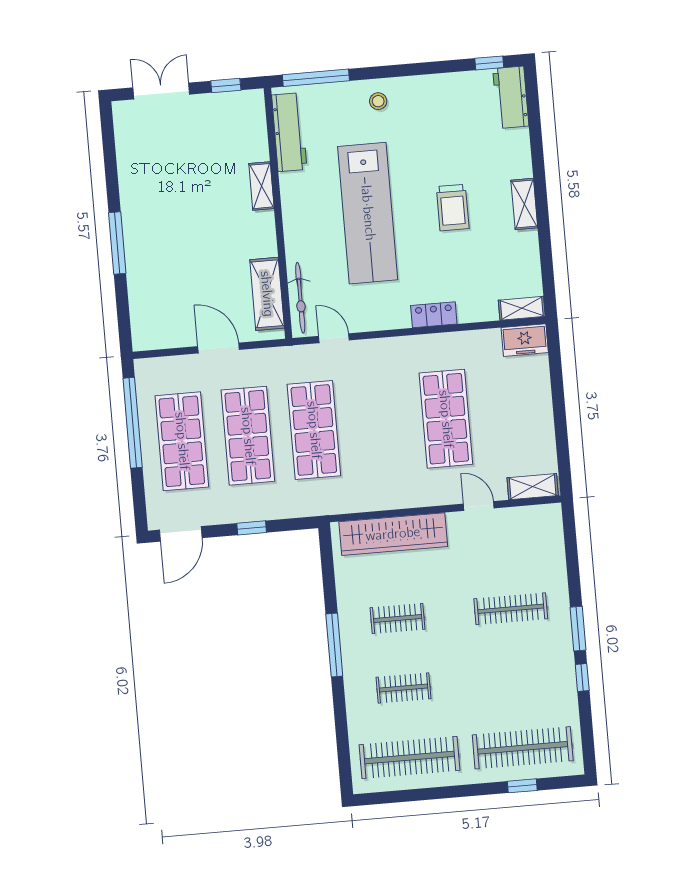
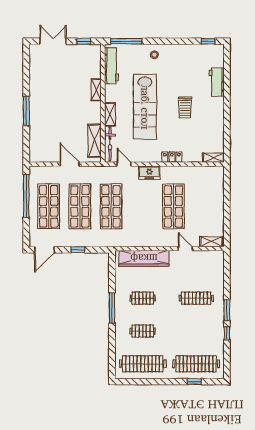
workbench: (511, 97) -> (217, 82), moved
shelving: (524, 204) -> (110, 114), moved
freezer: (525, 340) -> (149, 173), moved

